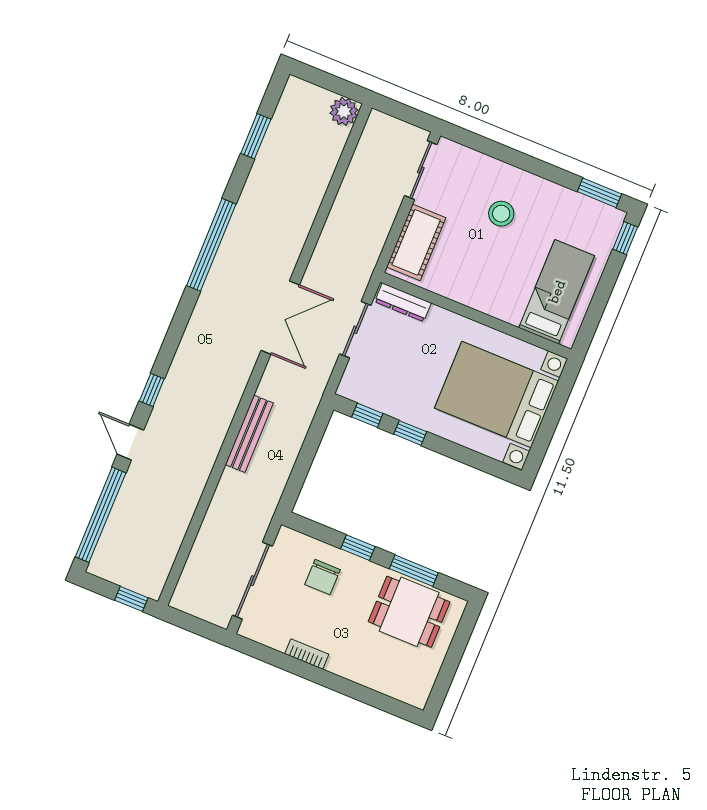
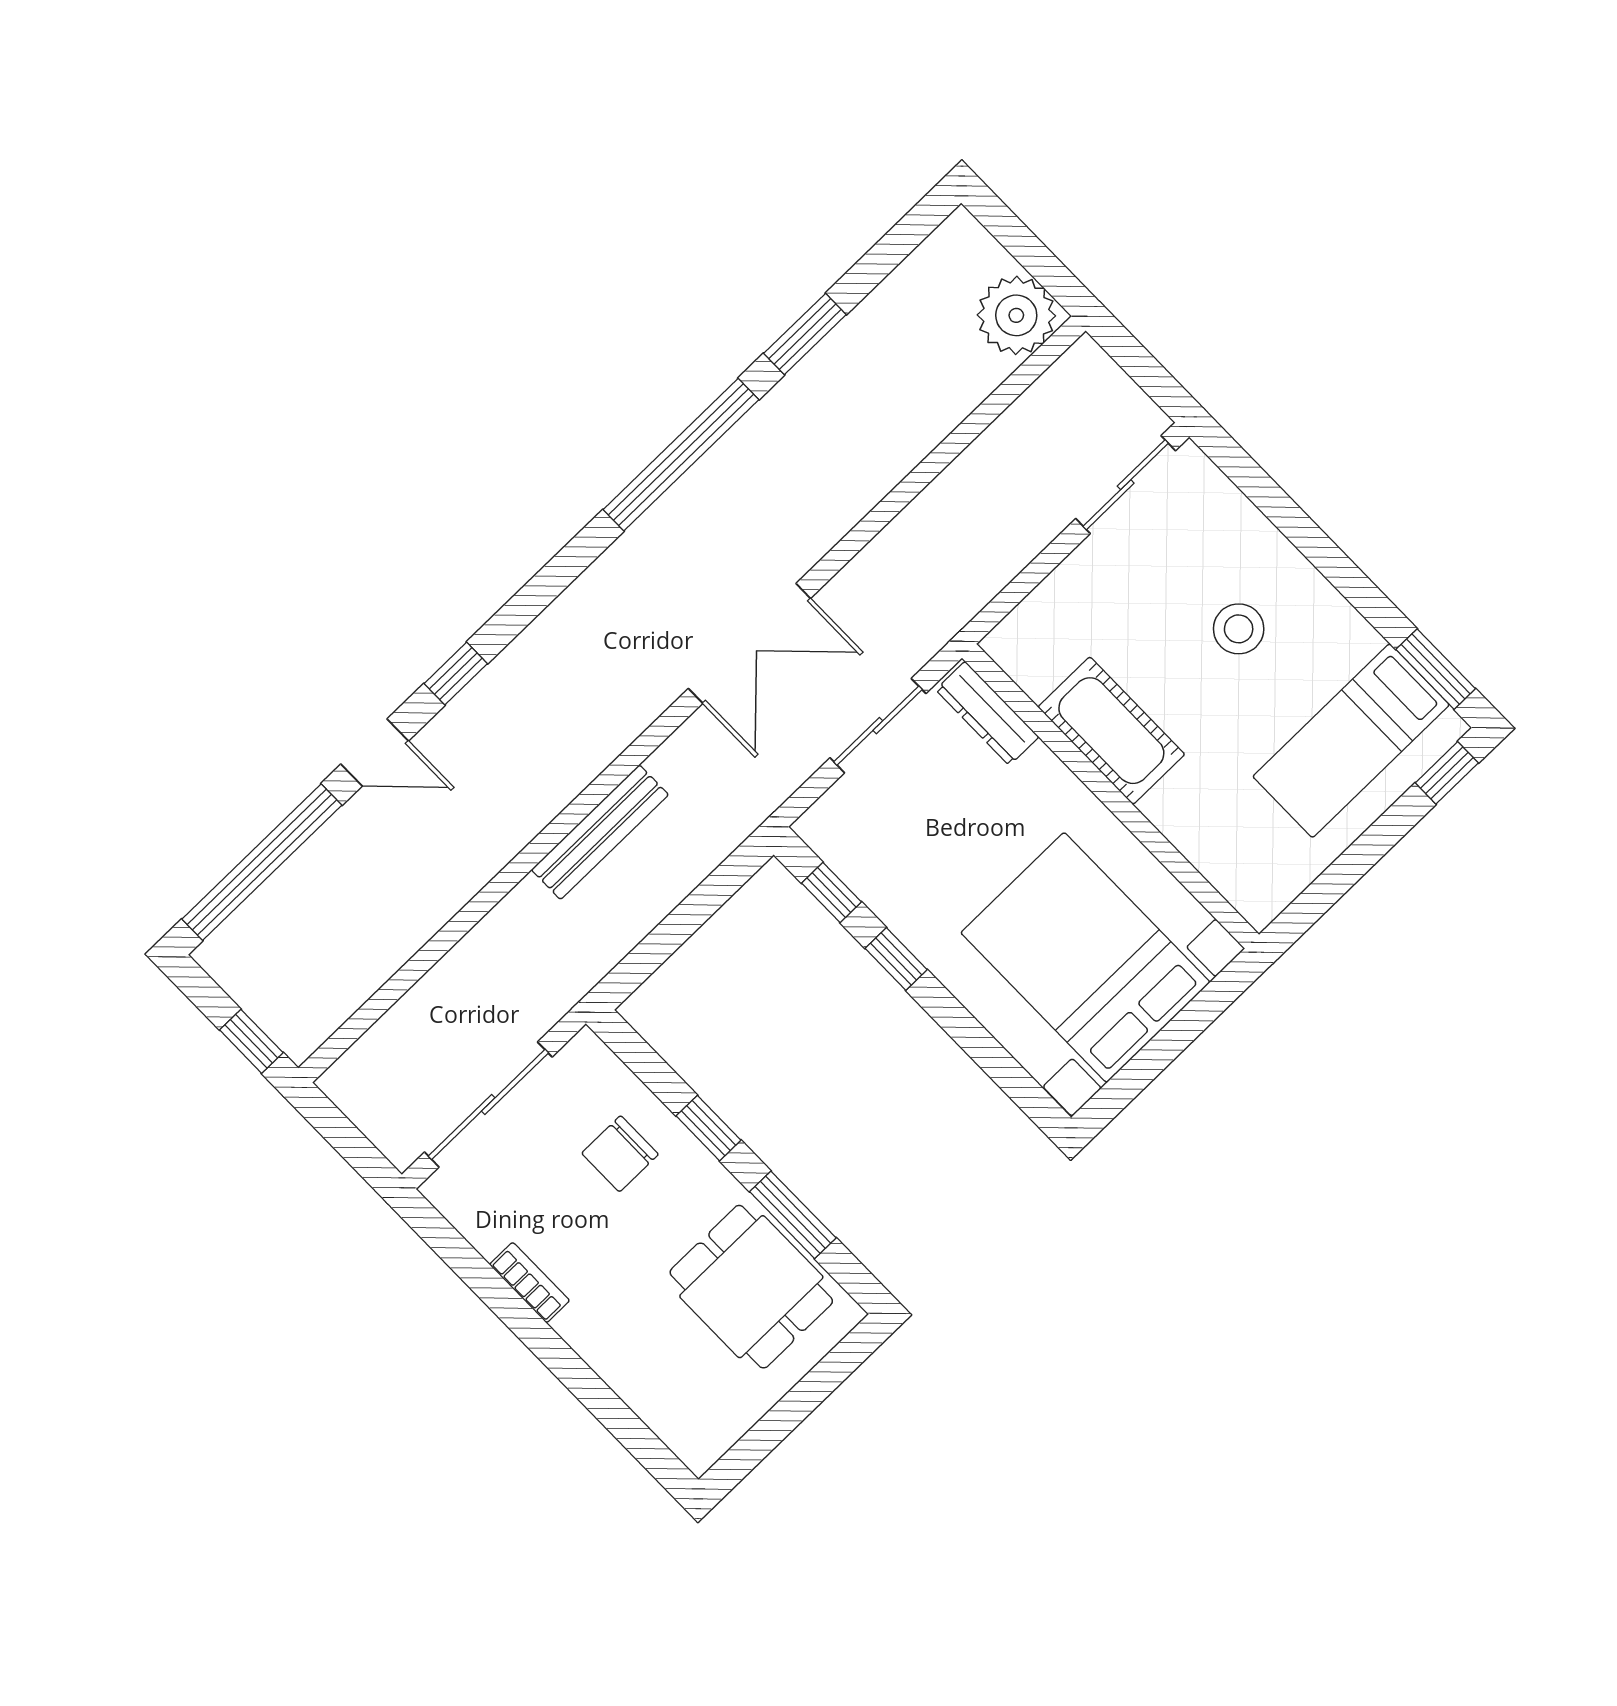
plant: (344, 111) -> (1016, 315), width x1.36, depth x1.36
window: (256, 136) -> (805, 334), moved
cot: (416, 242) -> (1111, 731), moved, turned 90
bed: (557, 292) -> (1351, 741), moved, turned 180
door: (130, 442) -> (375, 752), swing flipped

